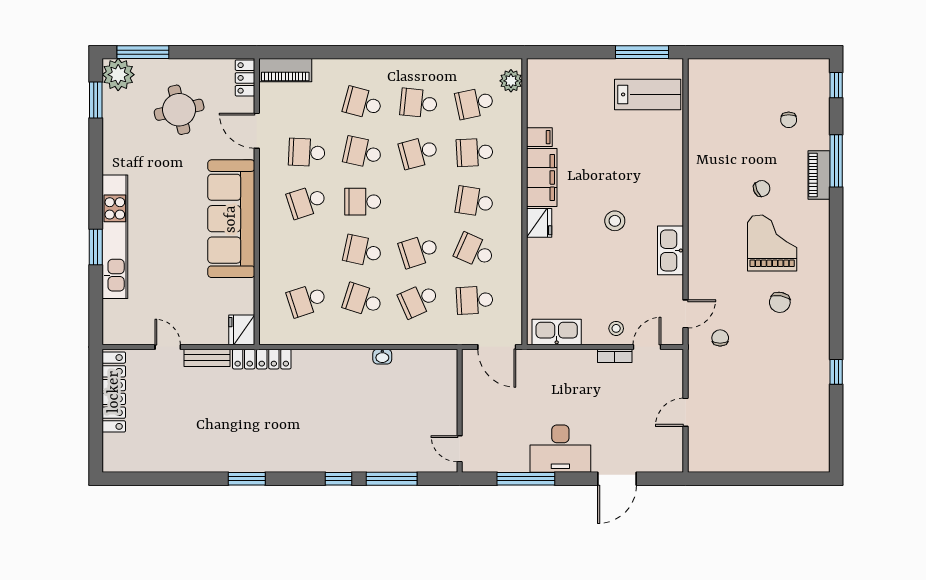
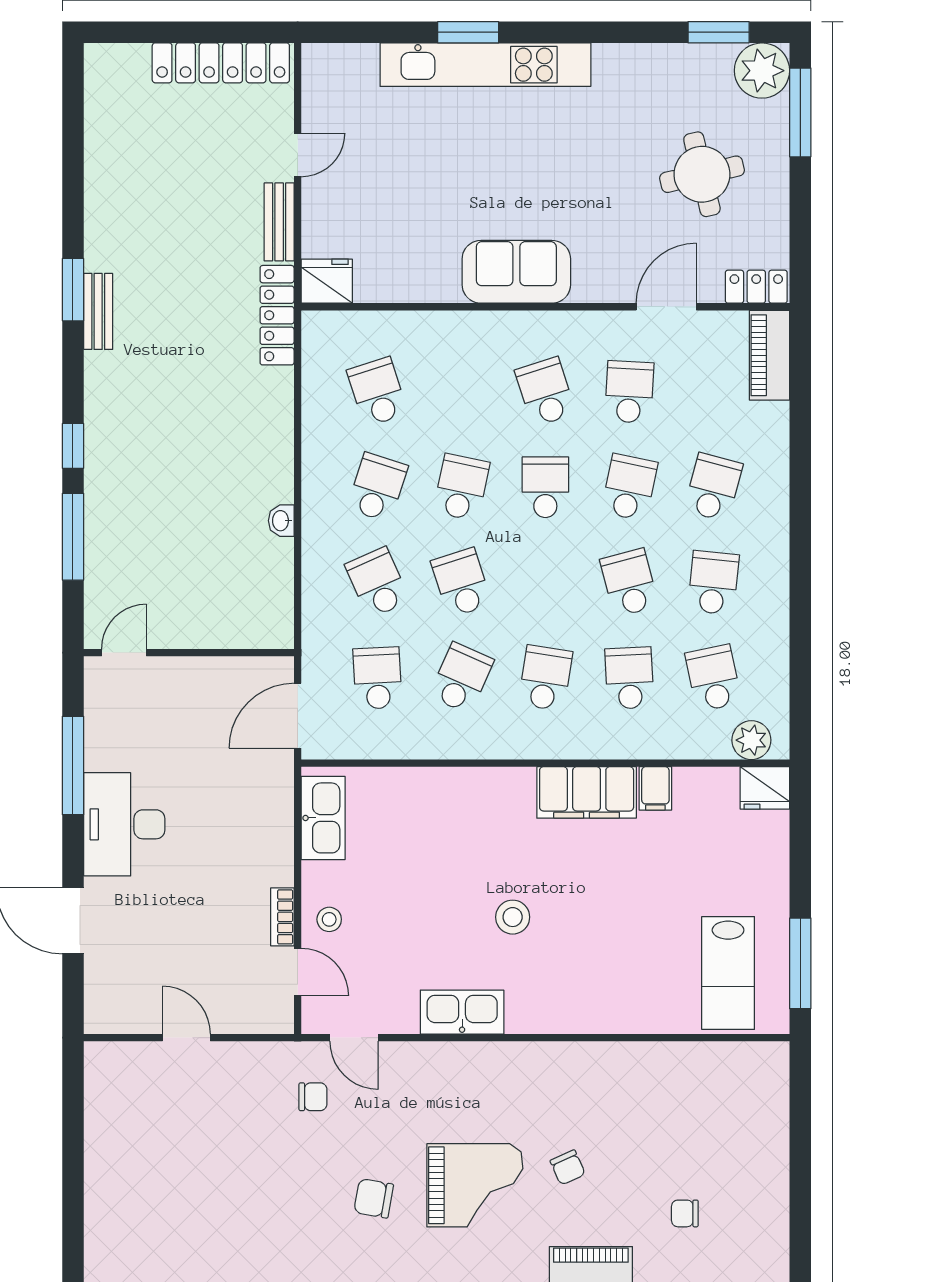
sofa: (231, 219) -> (516, 272), width x0.54, depth x0.79
fridge: (539, 223) -> (765, 788), moved
bench: (260, 464) -> (98, 311), added

